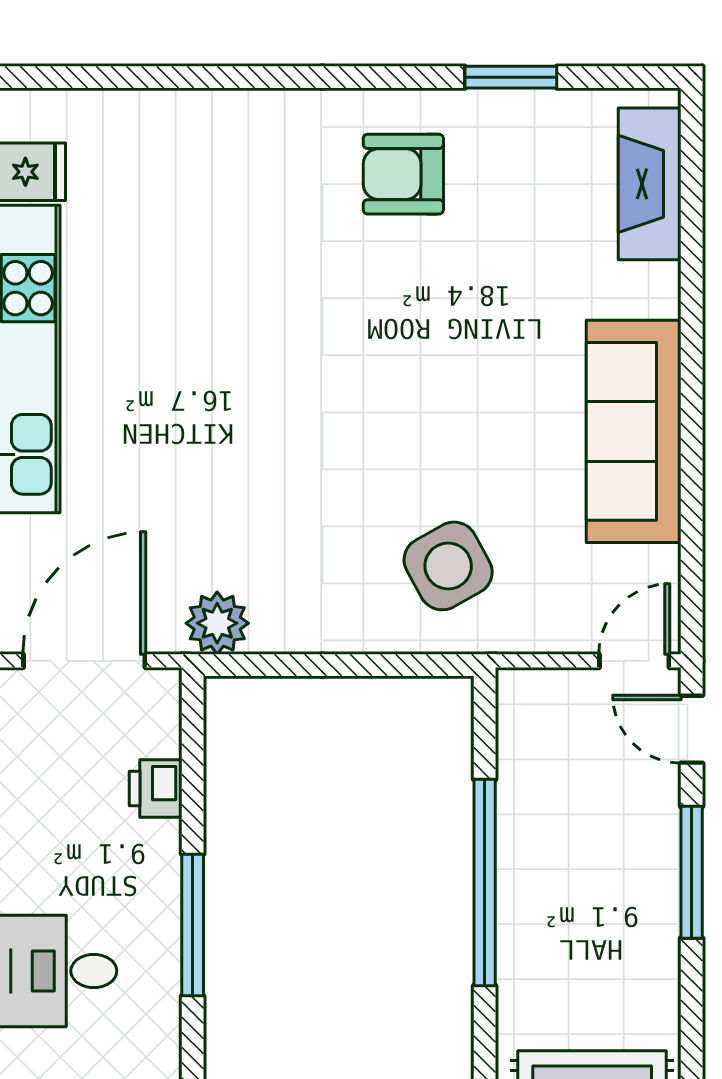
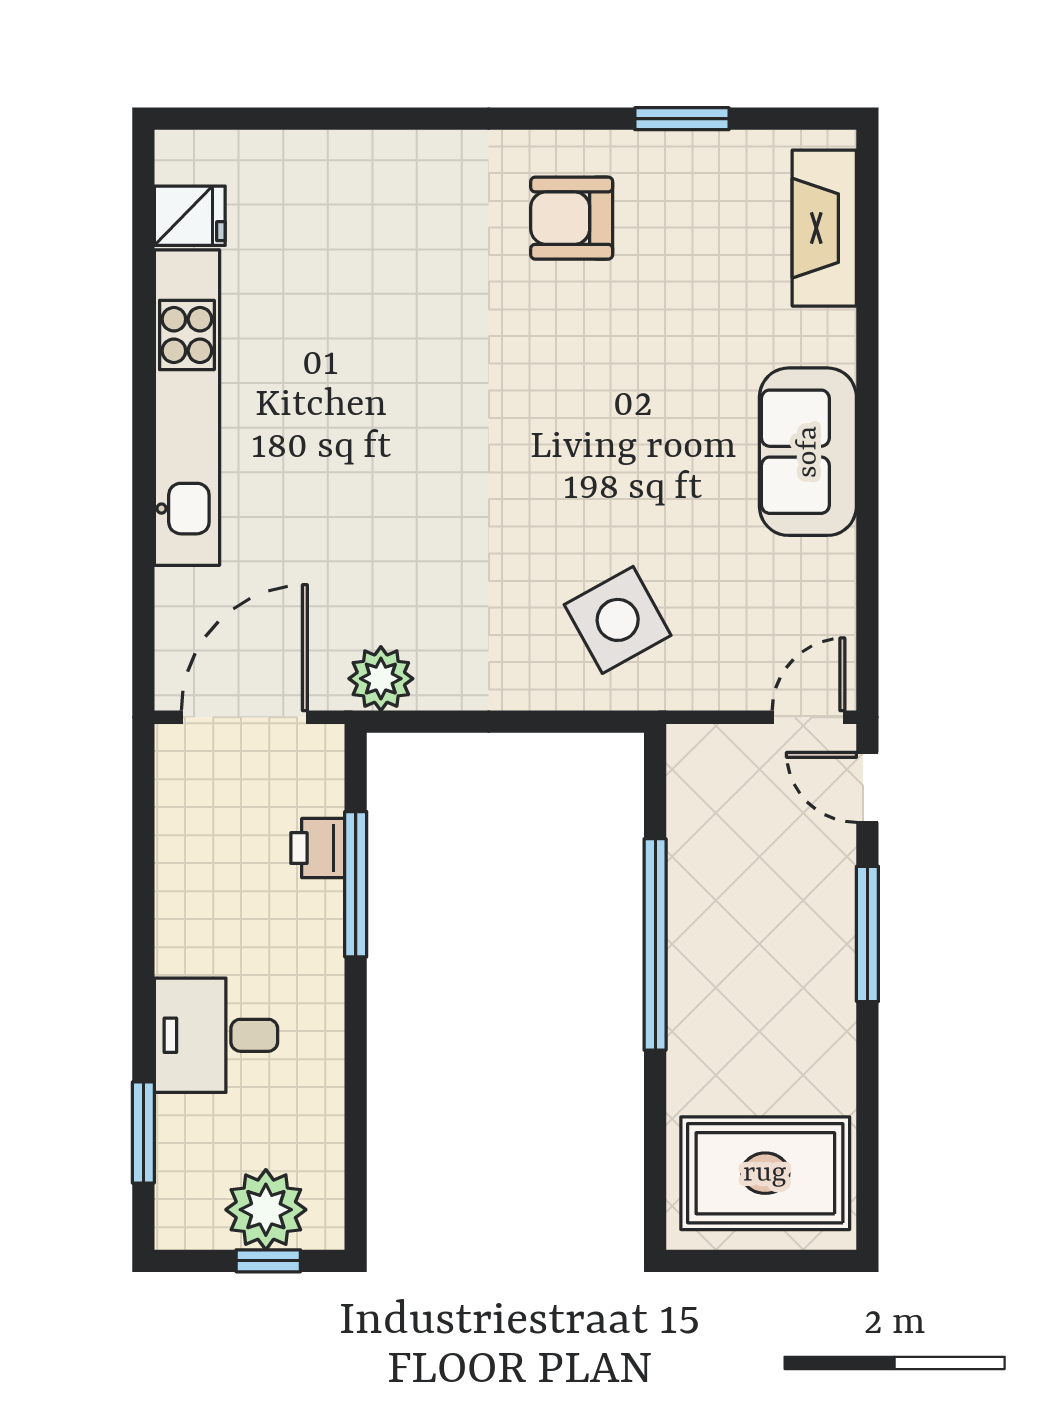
sofa: (634, 431) -> (808, 452), width x0.73
window: (193, 925) -> (356, 884), moved

